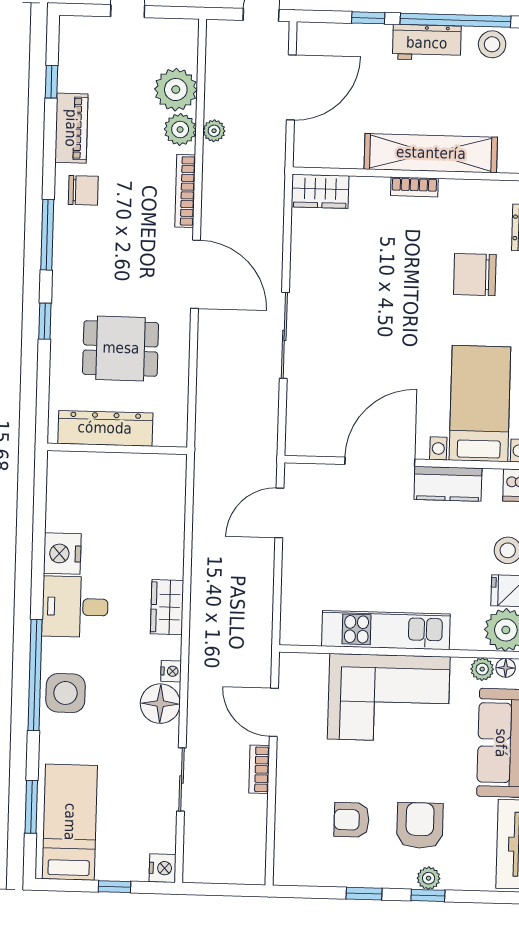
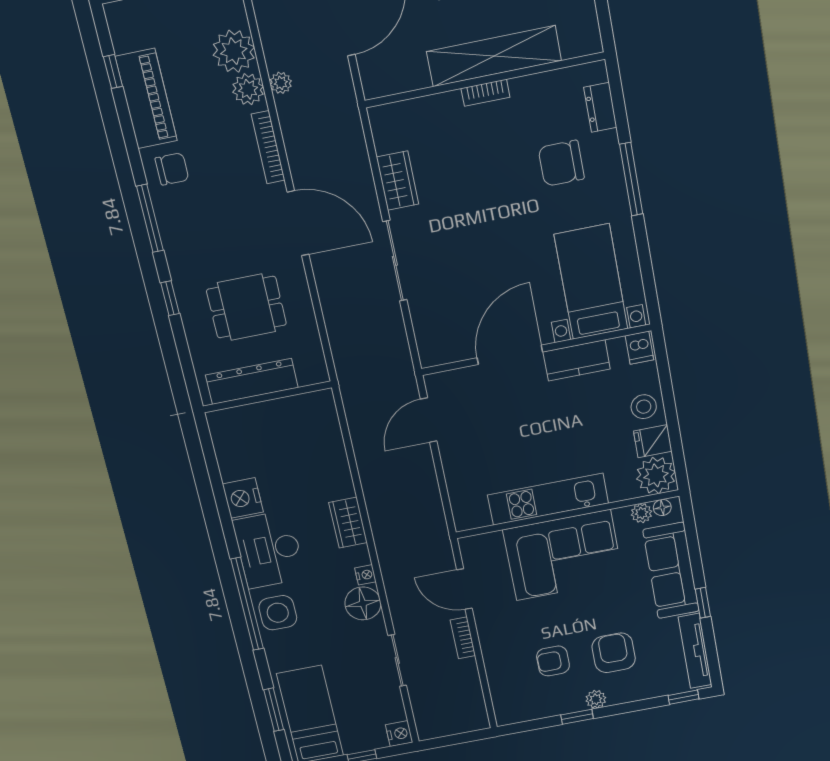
piano: (71, 128) -> (146, 99), width x1.37, depth x1.33
wardrobe: (320, 191) -> (397, 181), moved, turned -90
desk: (75, 607) -> (269, 549), width x1.37
plant: (429, 878) -> (596, 699), moved
window: (428, 895) -> (683, 697), moved

